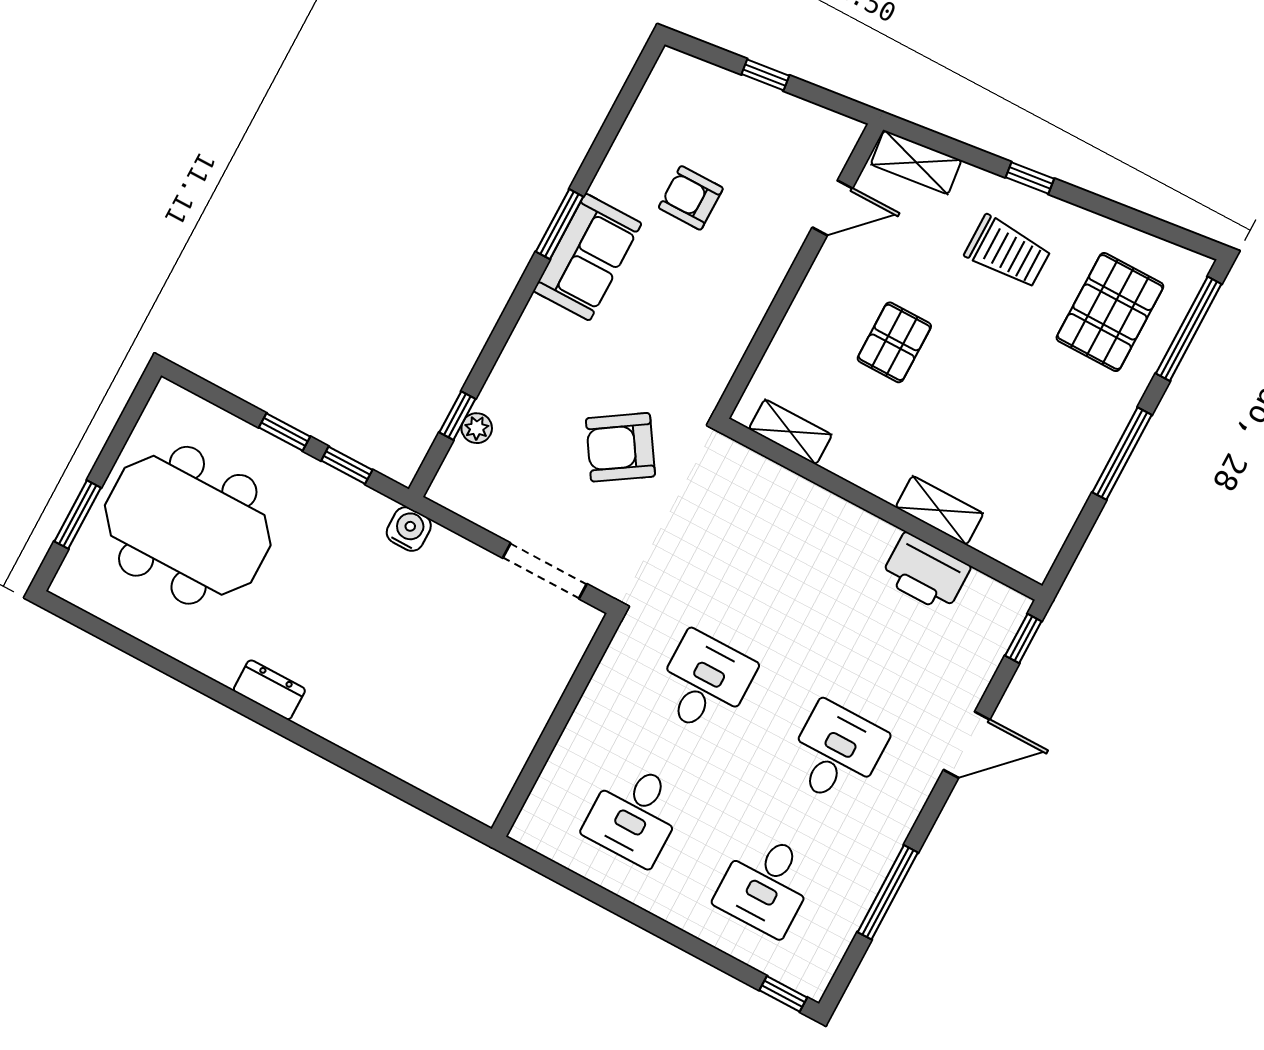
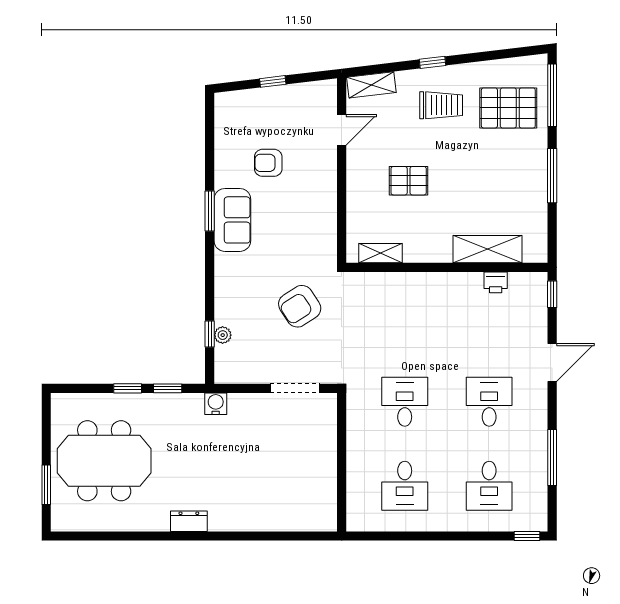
pallet: (1110, 312) -> (508, 108), turned 90
pallet: (894, 342) -> (409, 181), turned 90
shelving: (939, 510) -> (487, 249), width x1.50, depth x1.33
printer: (926, 572) -> (496, 282), width x0.53, depth x0.68

